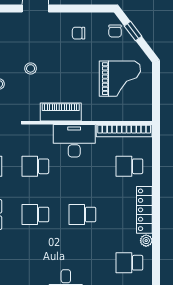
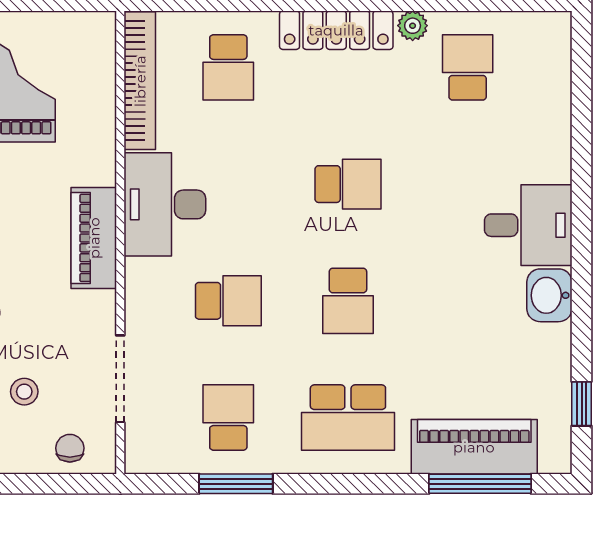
school desk: (35, 166) -> (228, 301), turned -90
school desk: (82, 215) -> (348, 184), turned -90
school desk: (129, 263) -> (468, 67), turned 180

